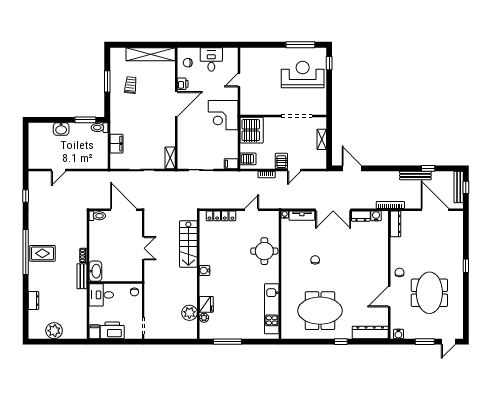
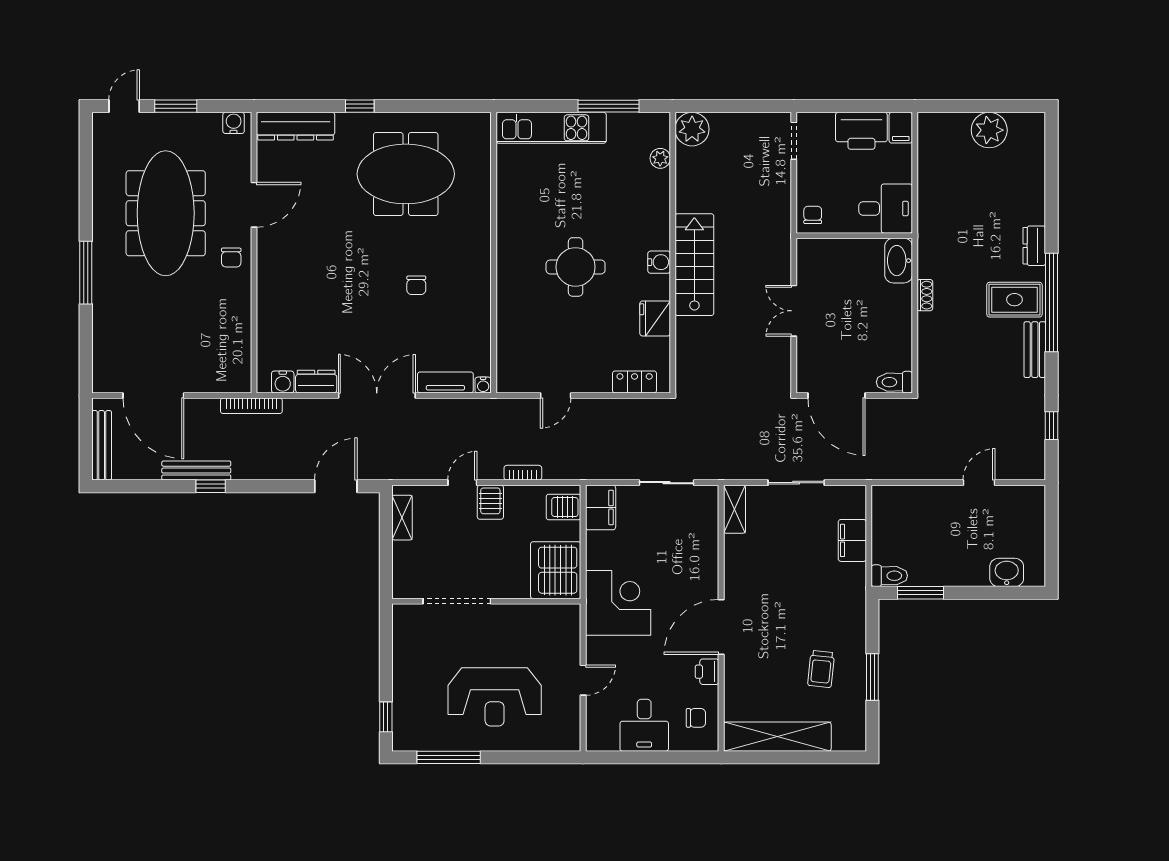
reception desk: (303, 74) -> (495, 697), moved
washbasin: (61, 129) -> (1007, 572), moved
shelving: (322, 139) -> (402, 518), moved
filing cabinet: (231, 164) -> (601, 507), width x2.00
door: (352, 168) -> (336, 486), swing flipped
window: (428, 168) -> (211, 486), moved
window: (466, 187) -> (86, 444), removed
locker: (221, 216) -> (635, 382), width x0.66
dresser: (395, 224) -> (240, 364), removed
stairs: (188, 244) -> (694, 265), moved
round table: (264, 251) -> (576, 267), moved
window: (466, 266) -> (86, 273), width x2.17
bench: (82, 276) -> (1035, 350), moved
meeting table: (429, 293) -> (166, 213), width x1.36
dresser: (33, 300) -> (1034, 246), moved
fridge: (206, 304) -> (655, 318), moved
kitchen unit: (272, 309) -> (551, 128), moved, turned 90
plant: (189, 313) -> (692, 129), moved

